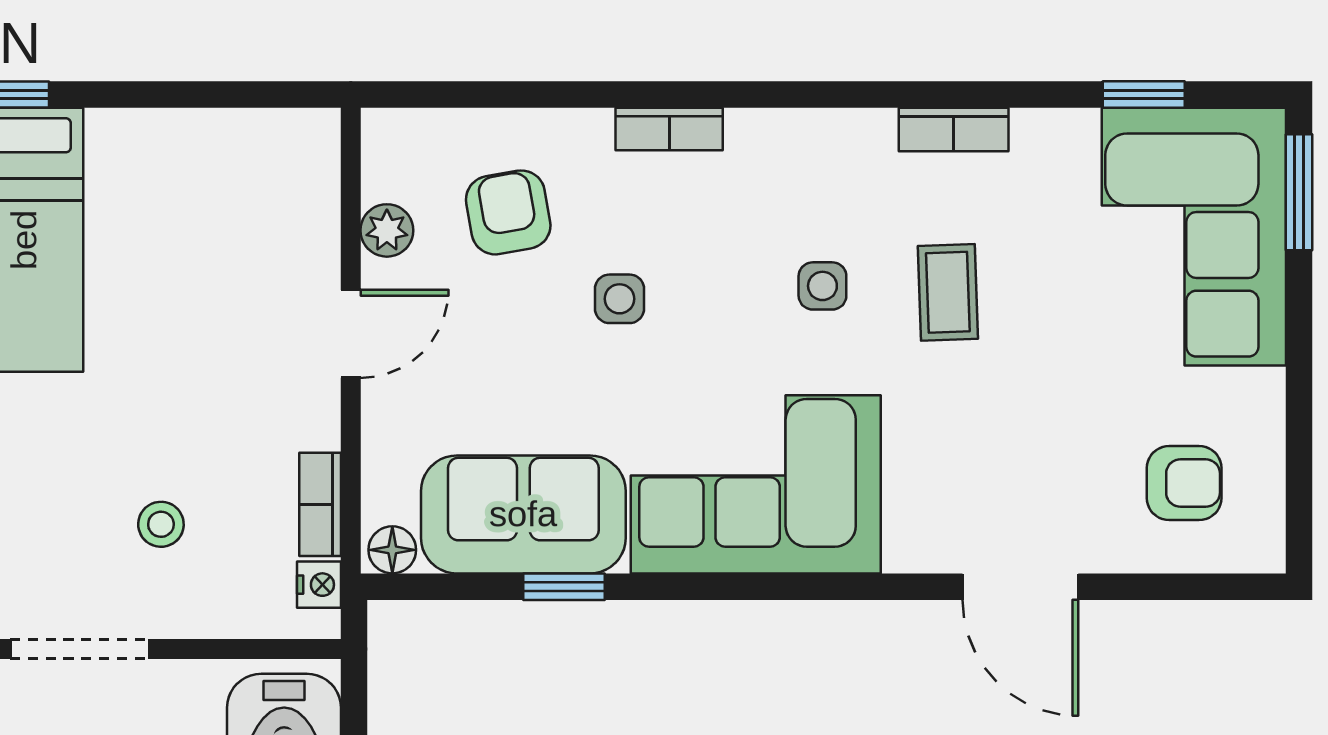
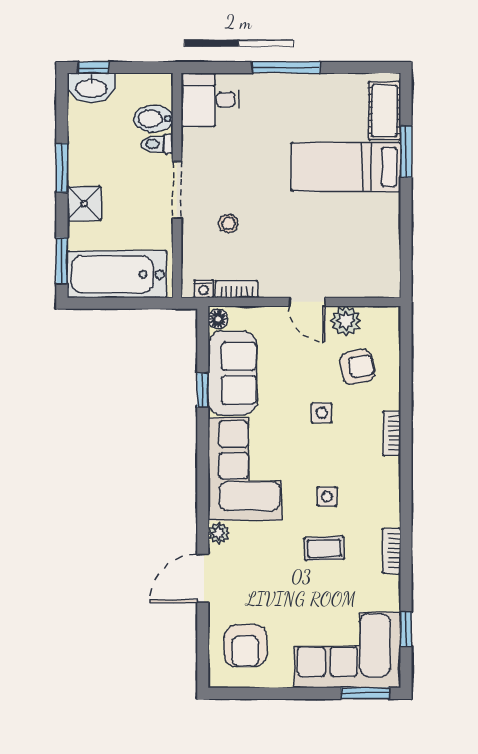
plant: (387, 230) -> (346, 321), width x1.38, depth x1.38
armchair: (1184, 483) -> (246, 646), width x1.38, depth x1.38
plant: (911, 549) -> (218, 533), added

